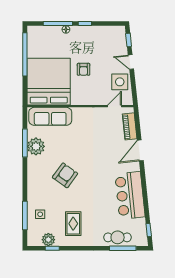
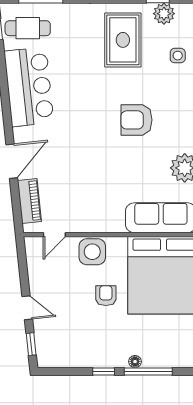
side table: (120, 82) -> (92, 252), moved
armchair: (65, 175) -> (136, 120), turned 54
rug: (73, 224) -> (123, 40), width x1.36, depth x1.43
cafe table: (118, 237) -> (28, 28), moved

